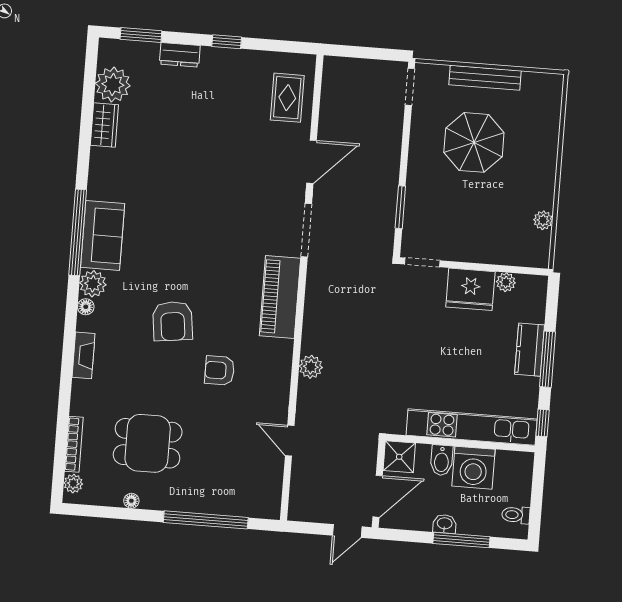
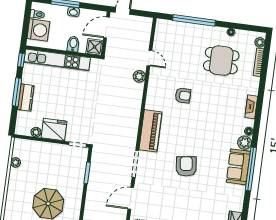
armchair: (173, 321) -> (186, 166), moved
plant: (311, 367) -> (139, 76), moved
washing machine: (473, 468) -> (38, 30), moved, turned 90

